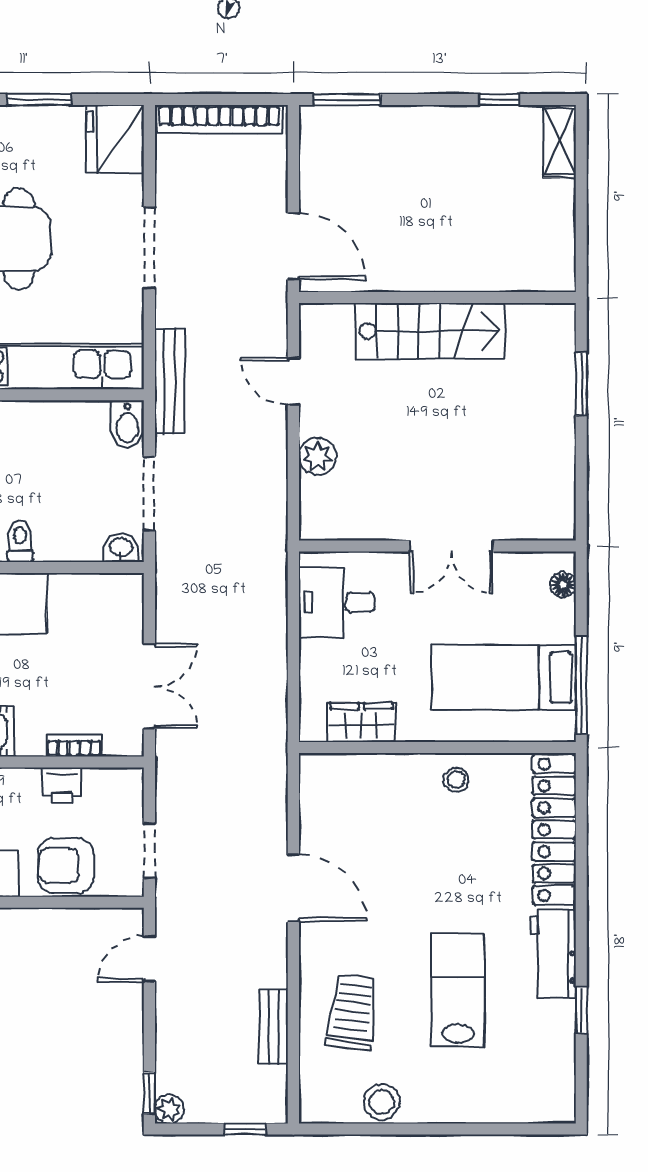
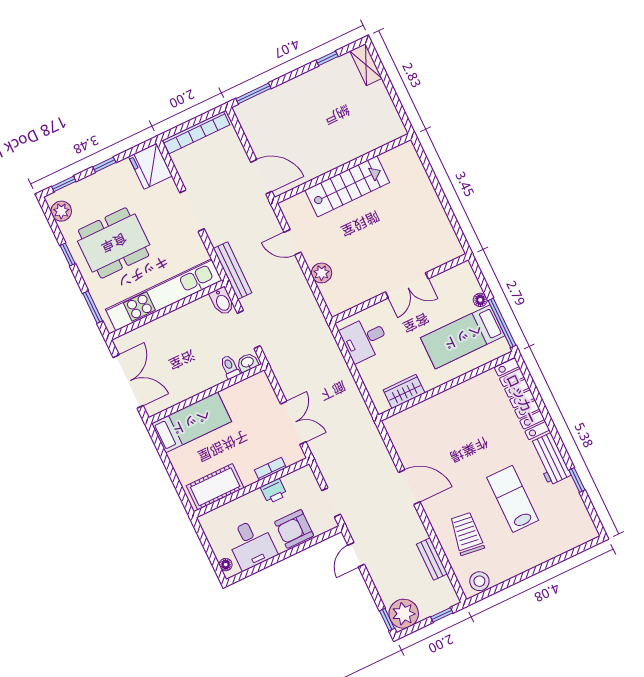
window: (39, 100) -> (104, 165), width x0.67
window: (581, 384) -> (432, 177), removed
toilet: (20, 541) -> (230, 367), moved
floor lamp: (563, 585) -> (480, 300), moved
stool: (456, 780) -> (463, 397), removed
stool: (382, 1102) -> (479, 581), moved
plant: (169, 1109) -> (404, 614), width x1.88, depth x1.88

